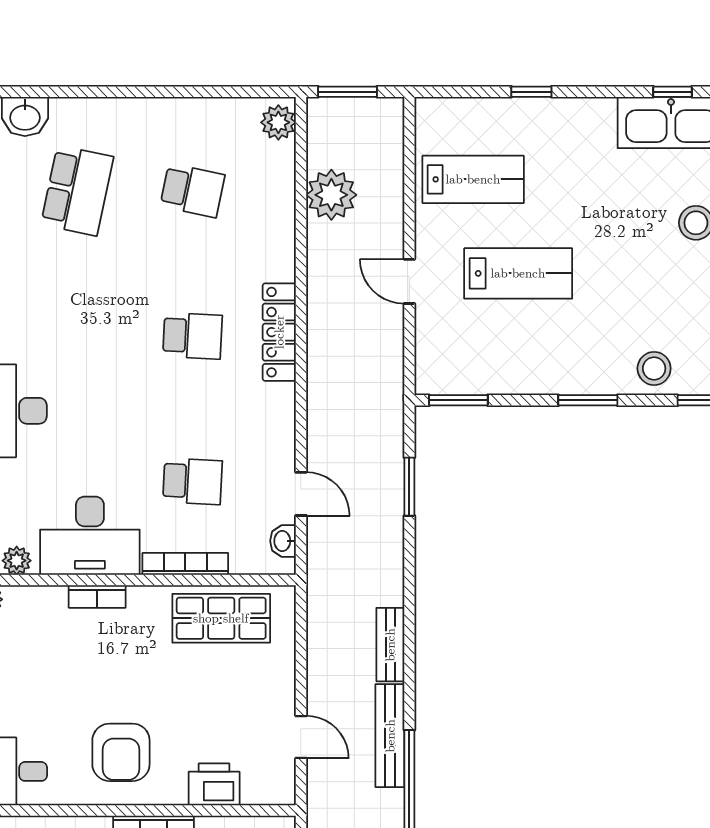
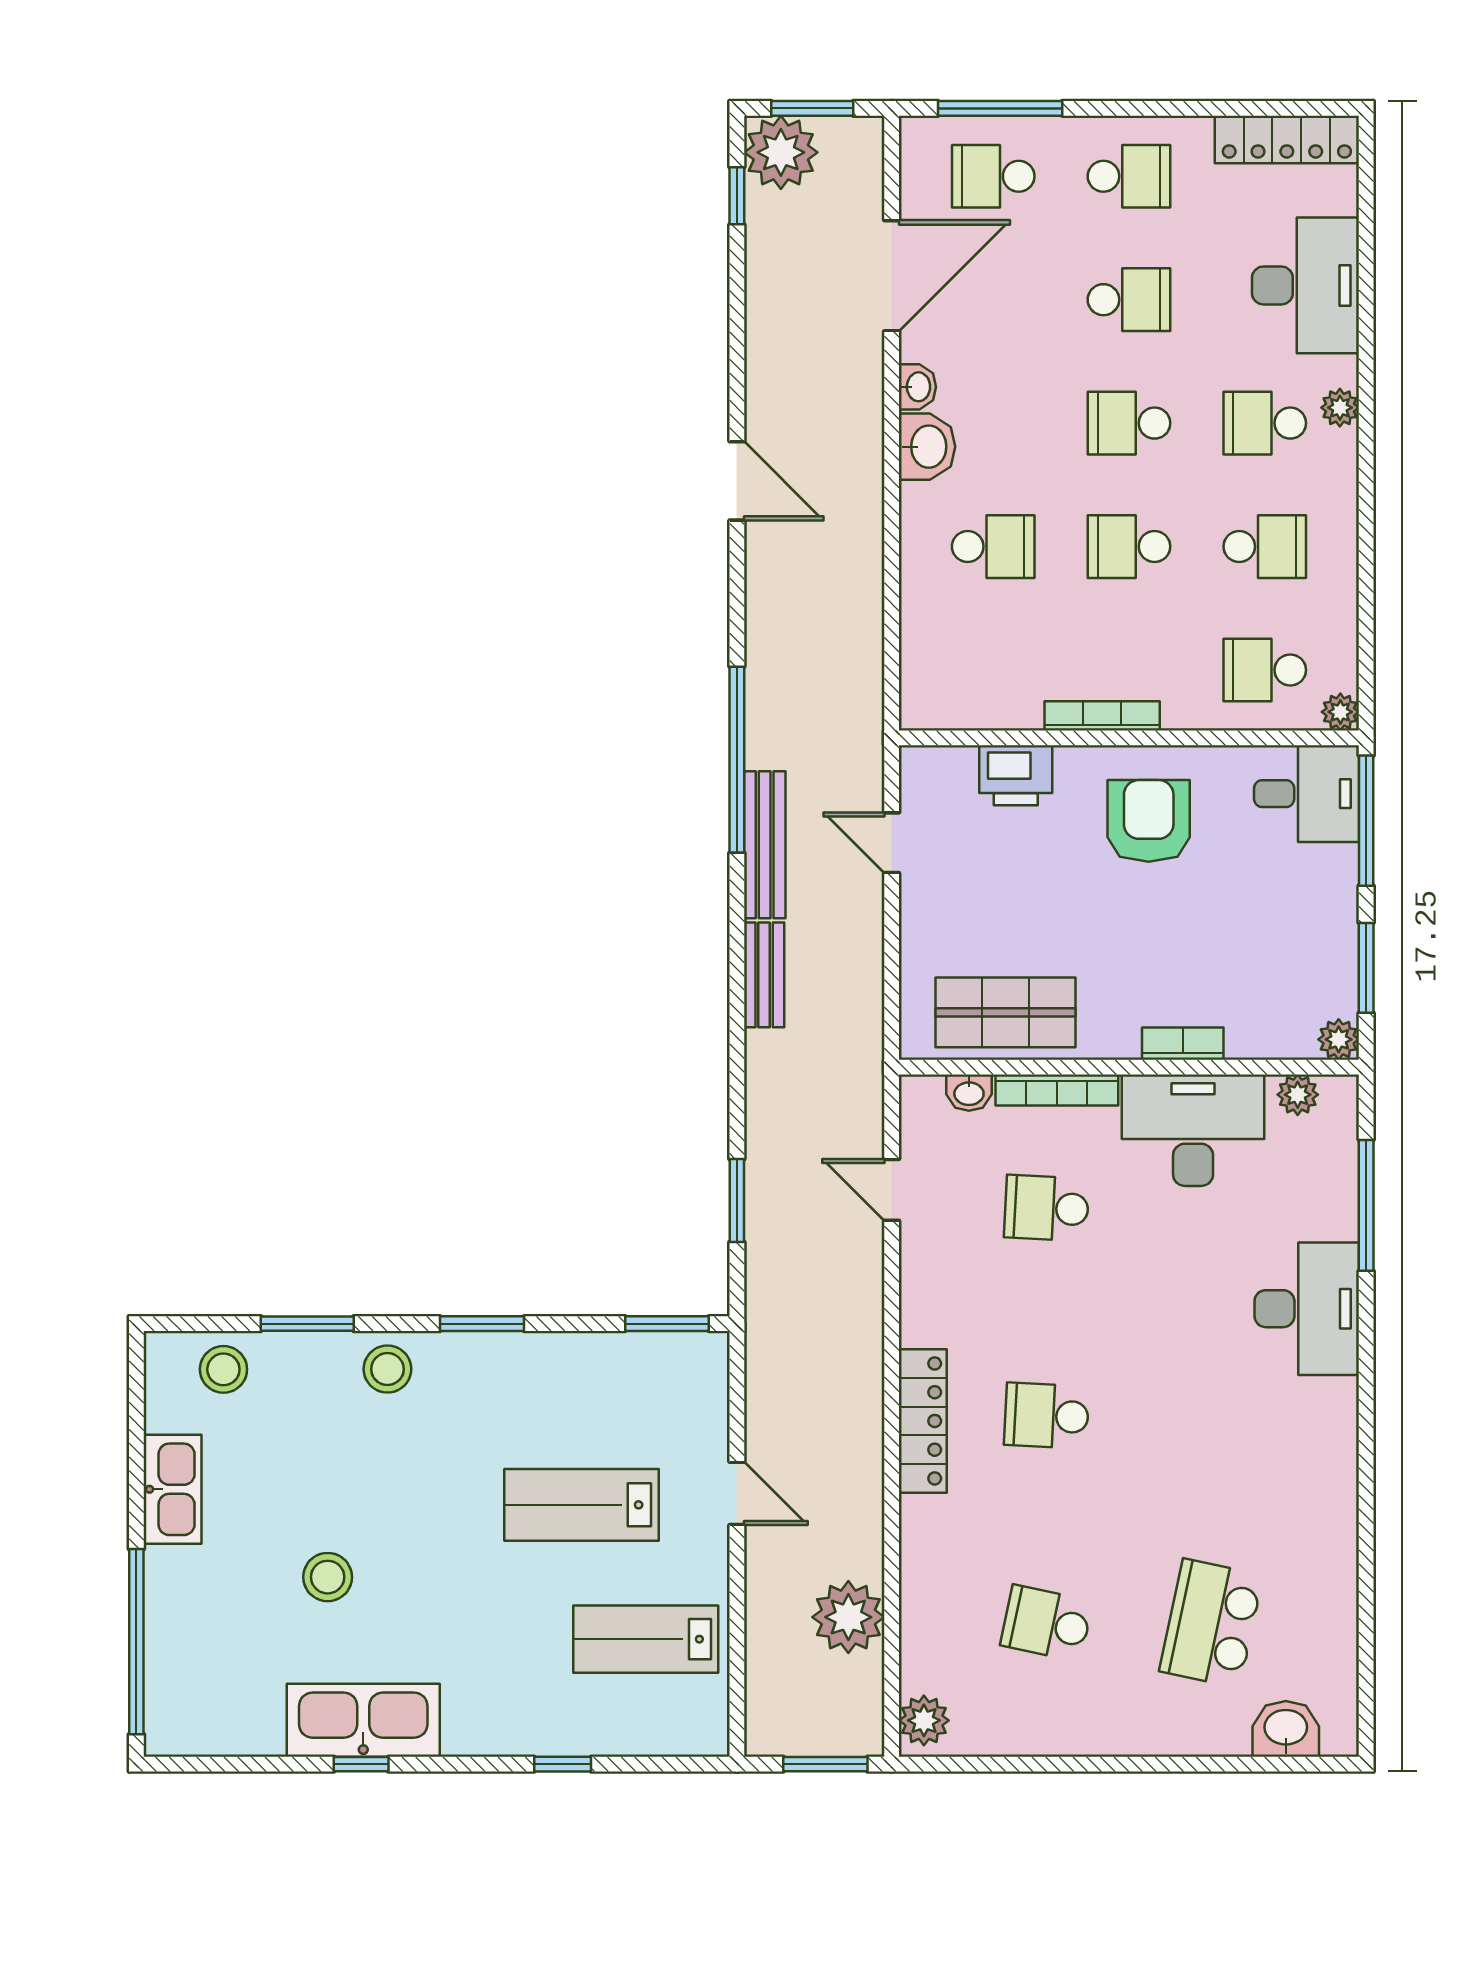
washbasin: (283, 541) -> (969, 1093), moved, turned 90

